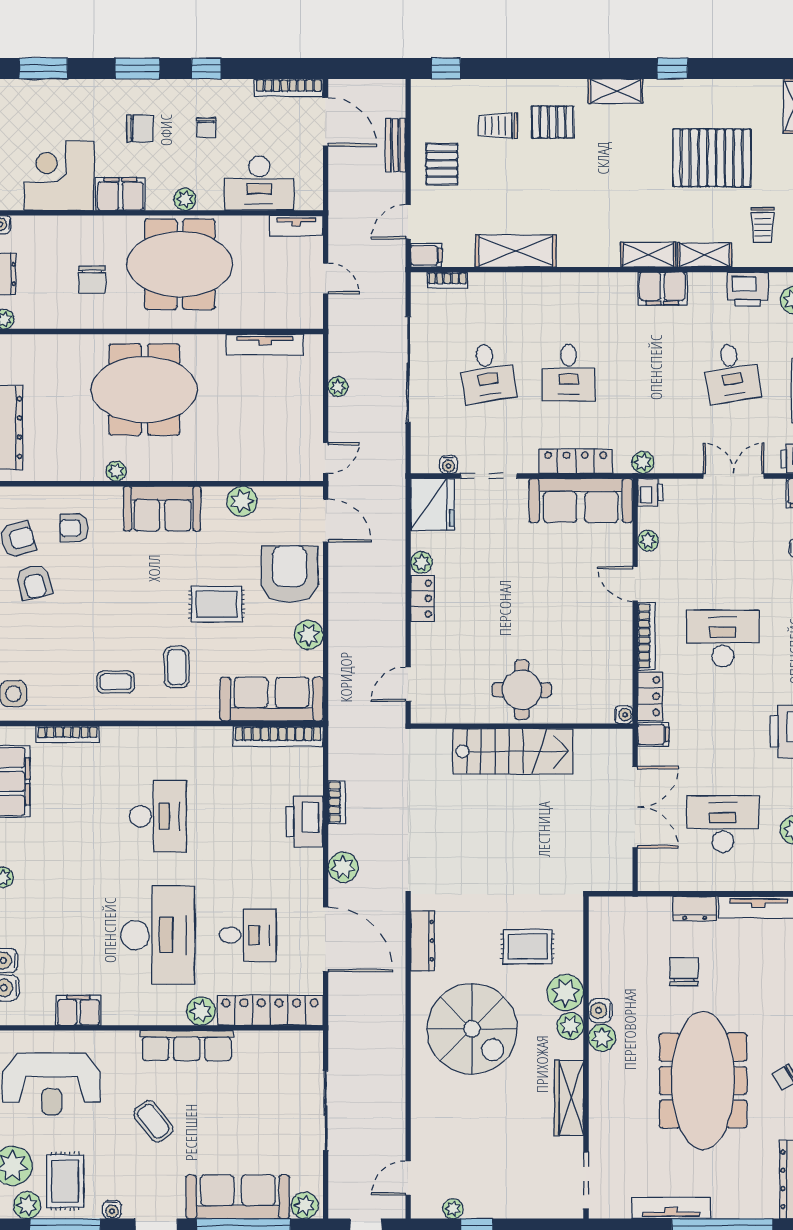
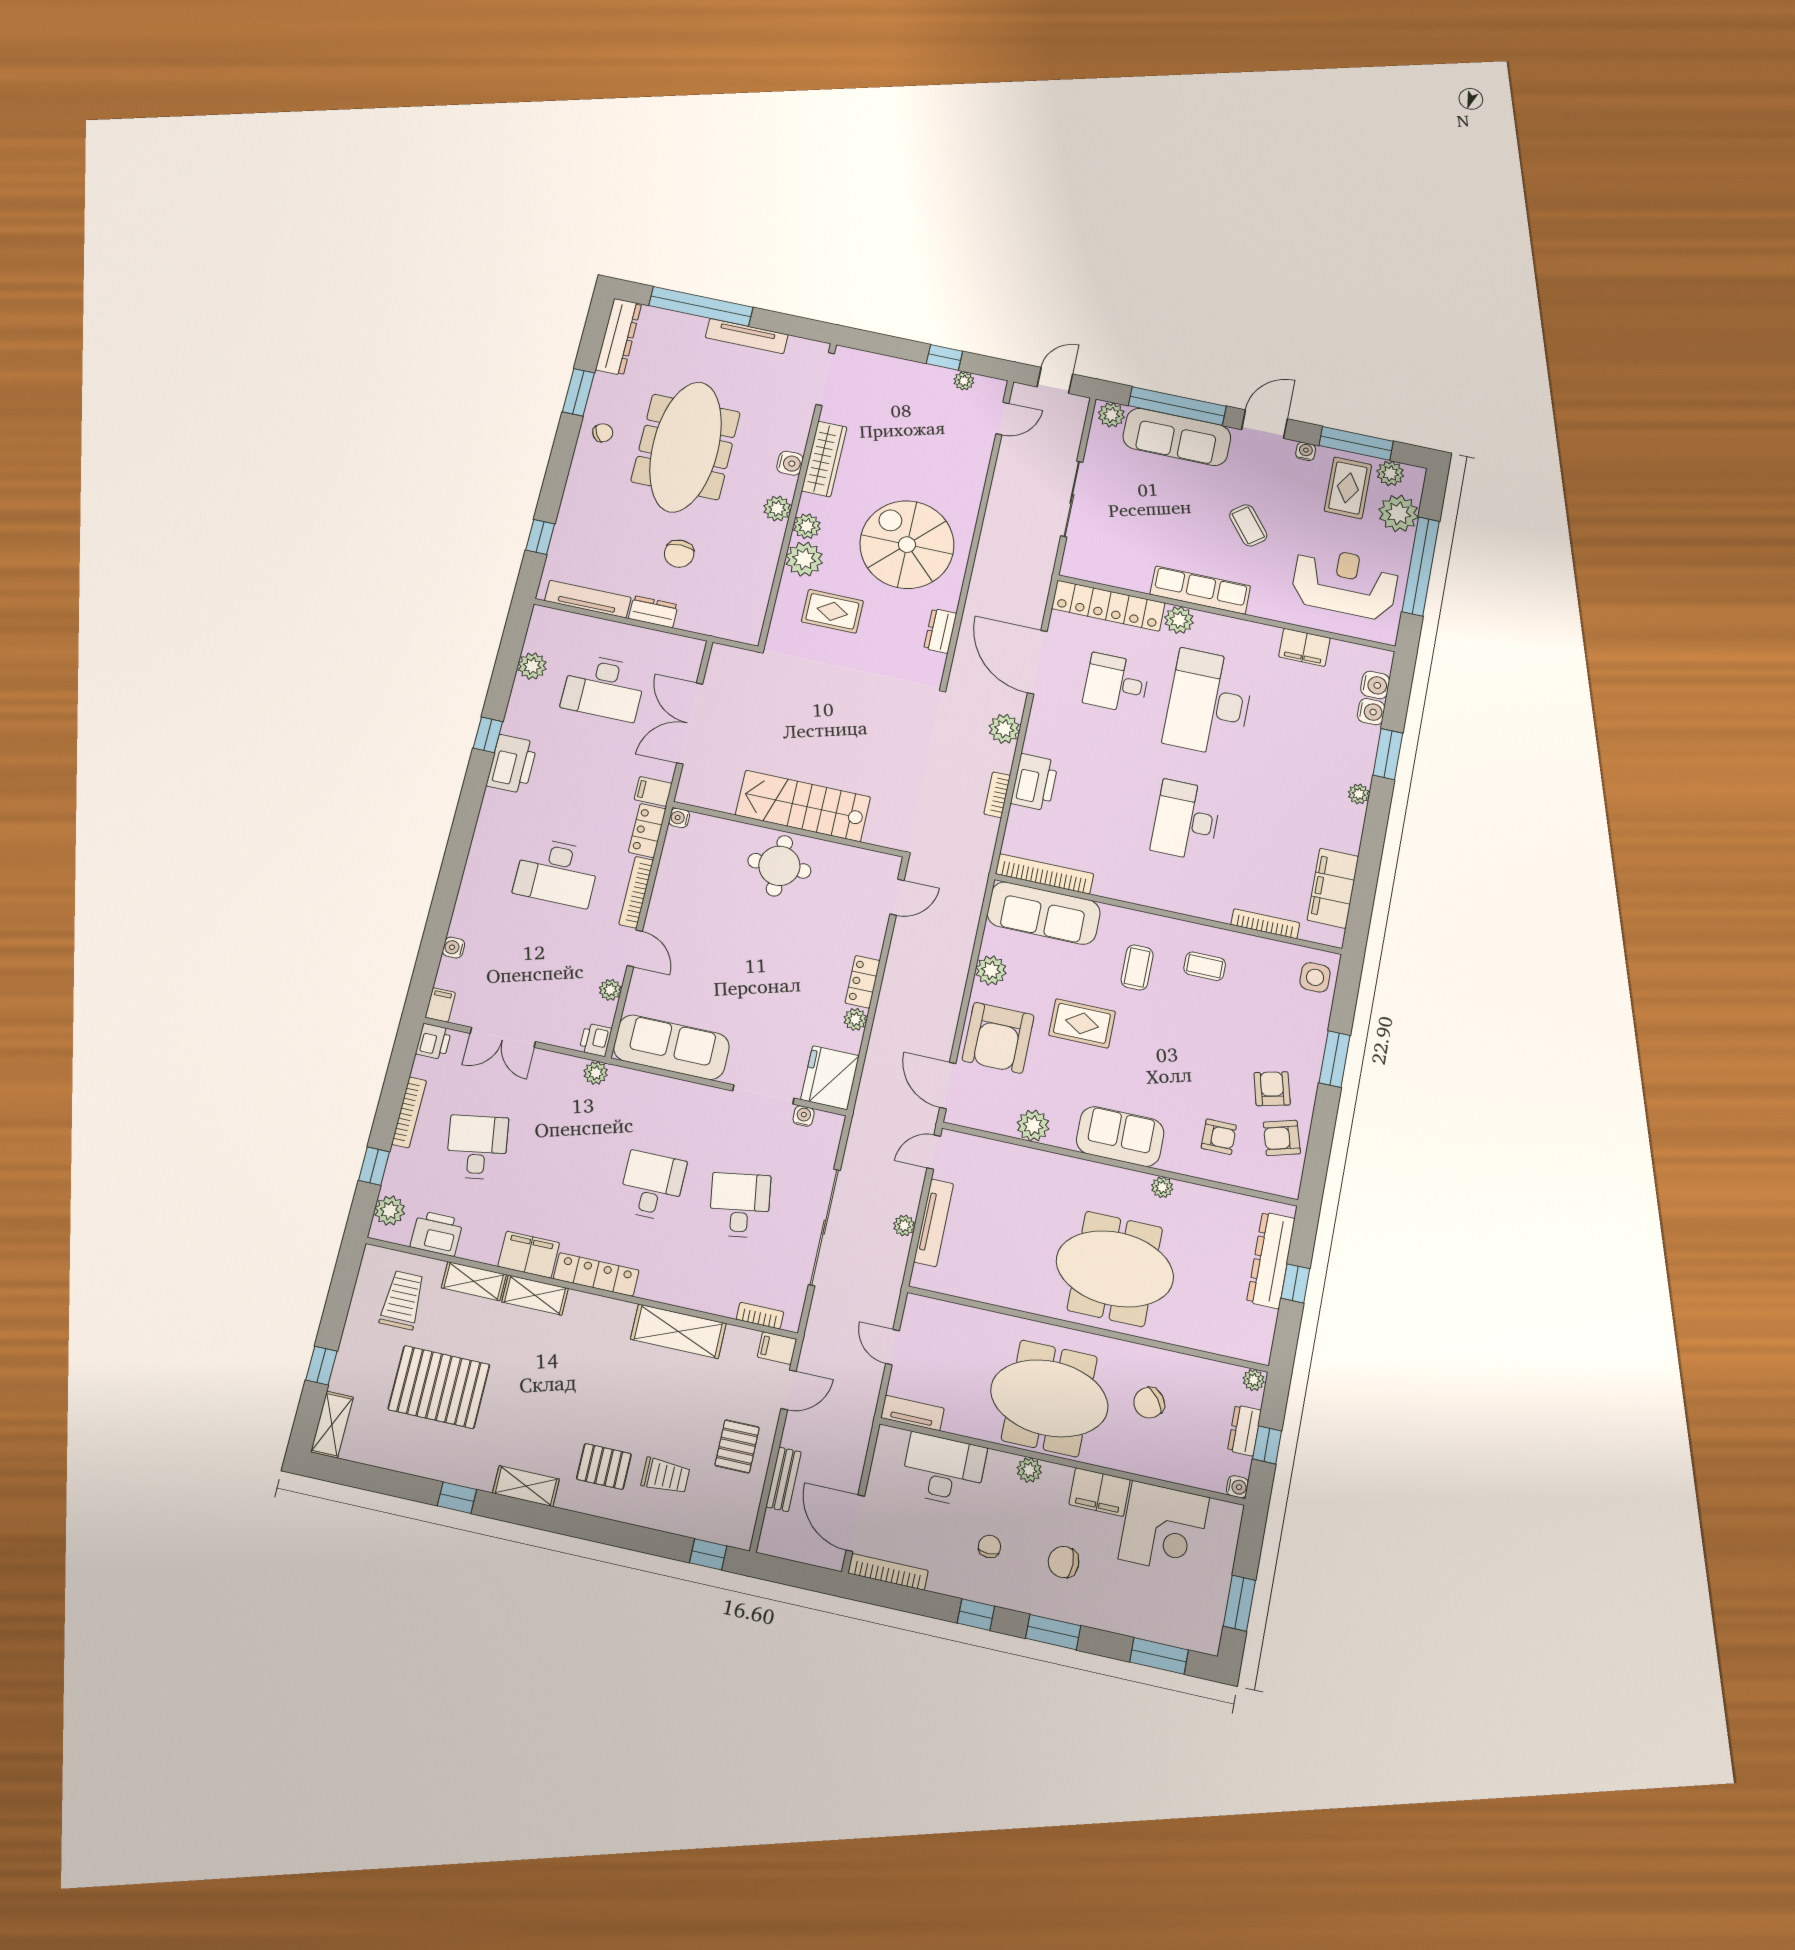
trolley: (763, 225) -> (402, 1300), width x1.36, depth x1.39
chair: (92, 279) -> (1149, 1403), turned -128
tv unit: (265, 345) -> (934, 1223), moved, turned 90
locker: (576, 461) -> (596, 1274), moved, turned 180
dresser: (423, 941) -> (940, 631), width x0.70
water cooler: (600, 1010) -> (790, 463), moved

